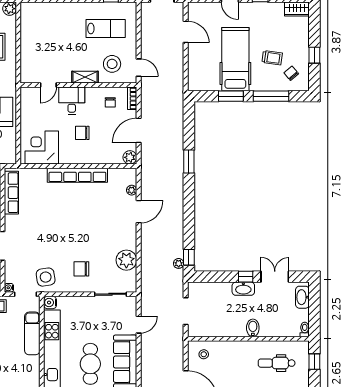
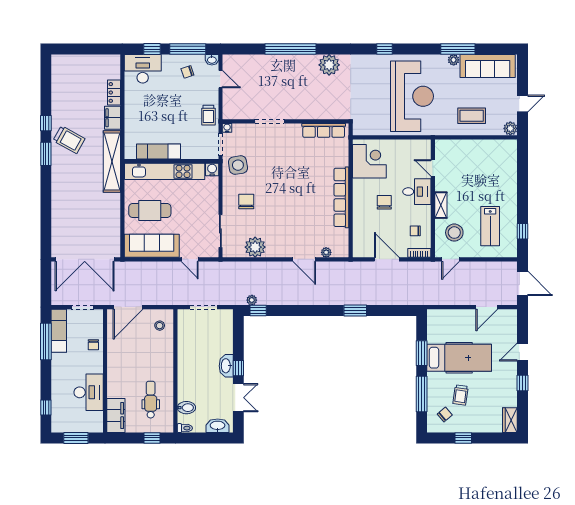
plant: (130, 157) -> (359, 251), removed
bidet: (253, 328) -> (186, 408), moved
exam couch: (32, 333) -> (159, 152), moved

